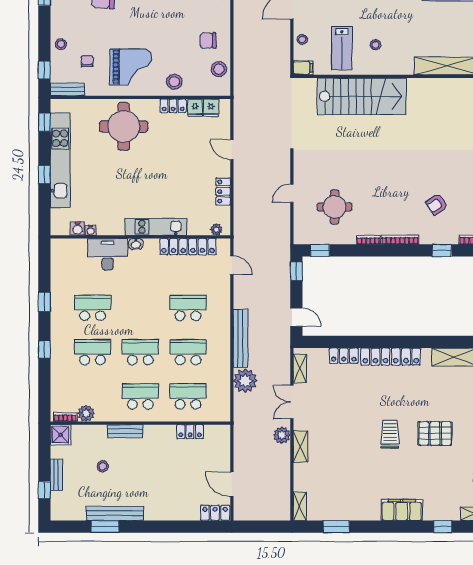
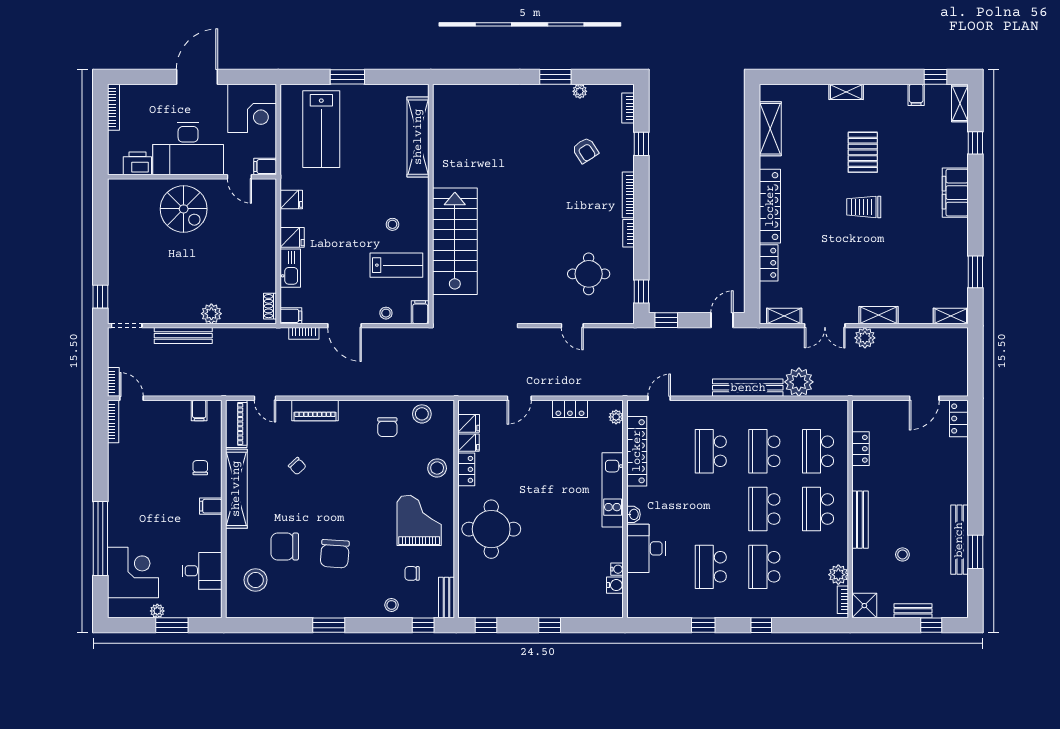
kitchen unit: (60, 160) -> (532, 606), removed
bench: (125, 431) -> (860, 520), width x1.36

